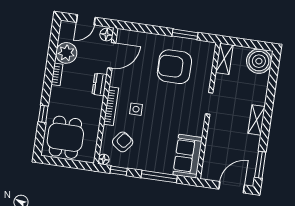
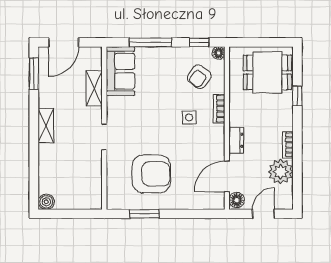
shelving: (224, 59) -> (94, 88), moved
boiler: (259, 61) -> (46, 202), width x0.54, depth x0.54
bookcase: (111, 106) -> (219, 109), width x0.64
dining table: (65, 137) -> (267, 72), turned 90

